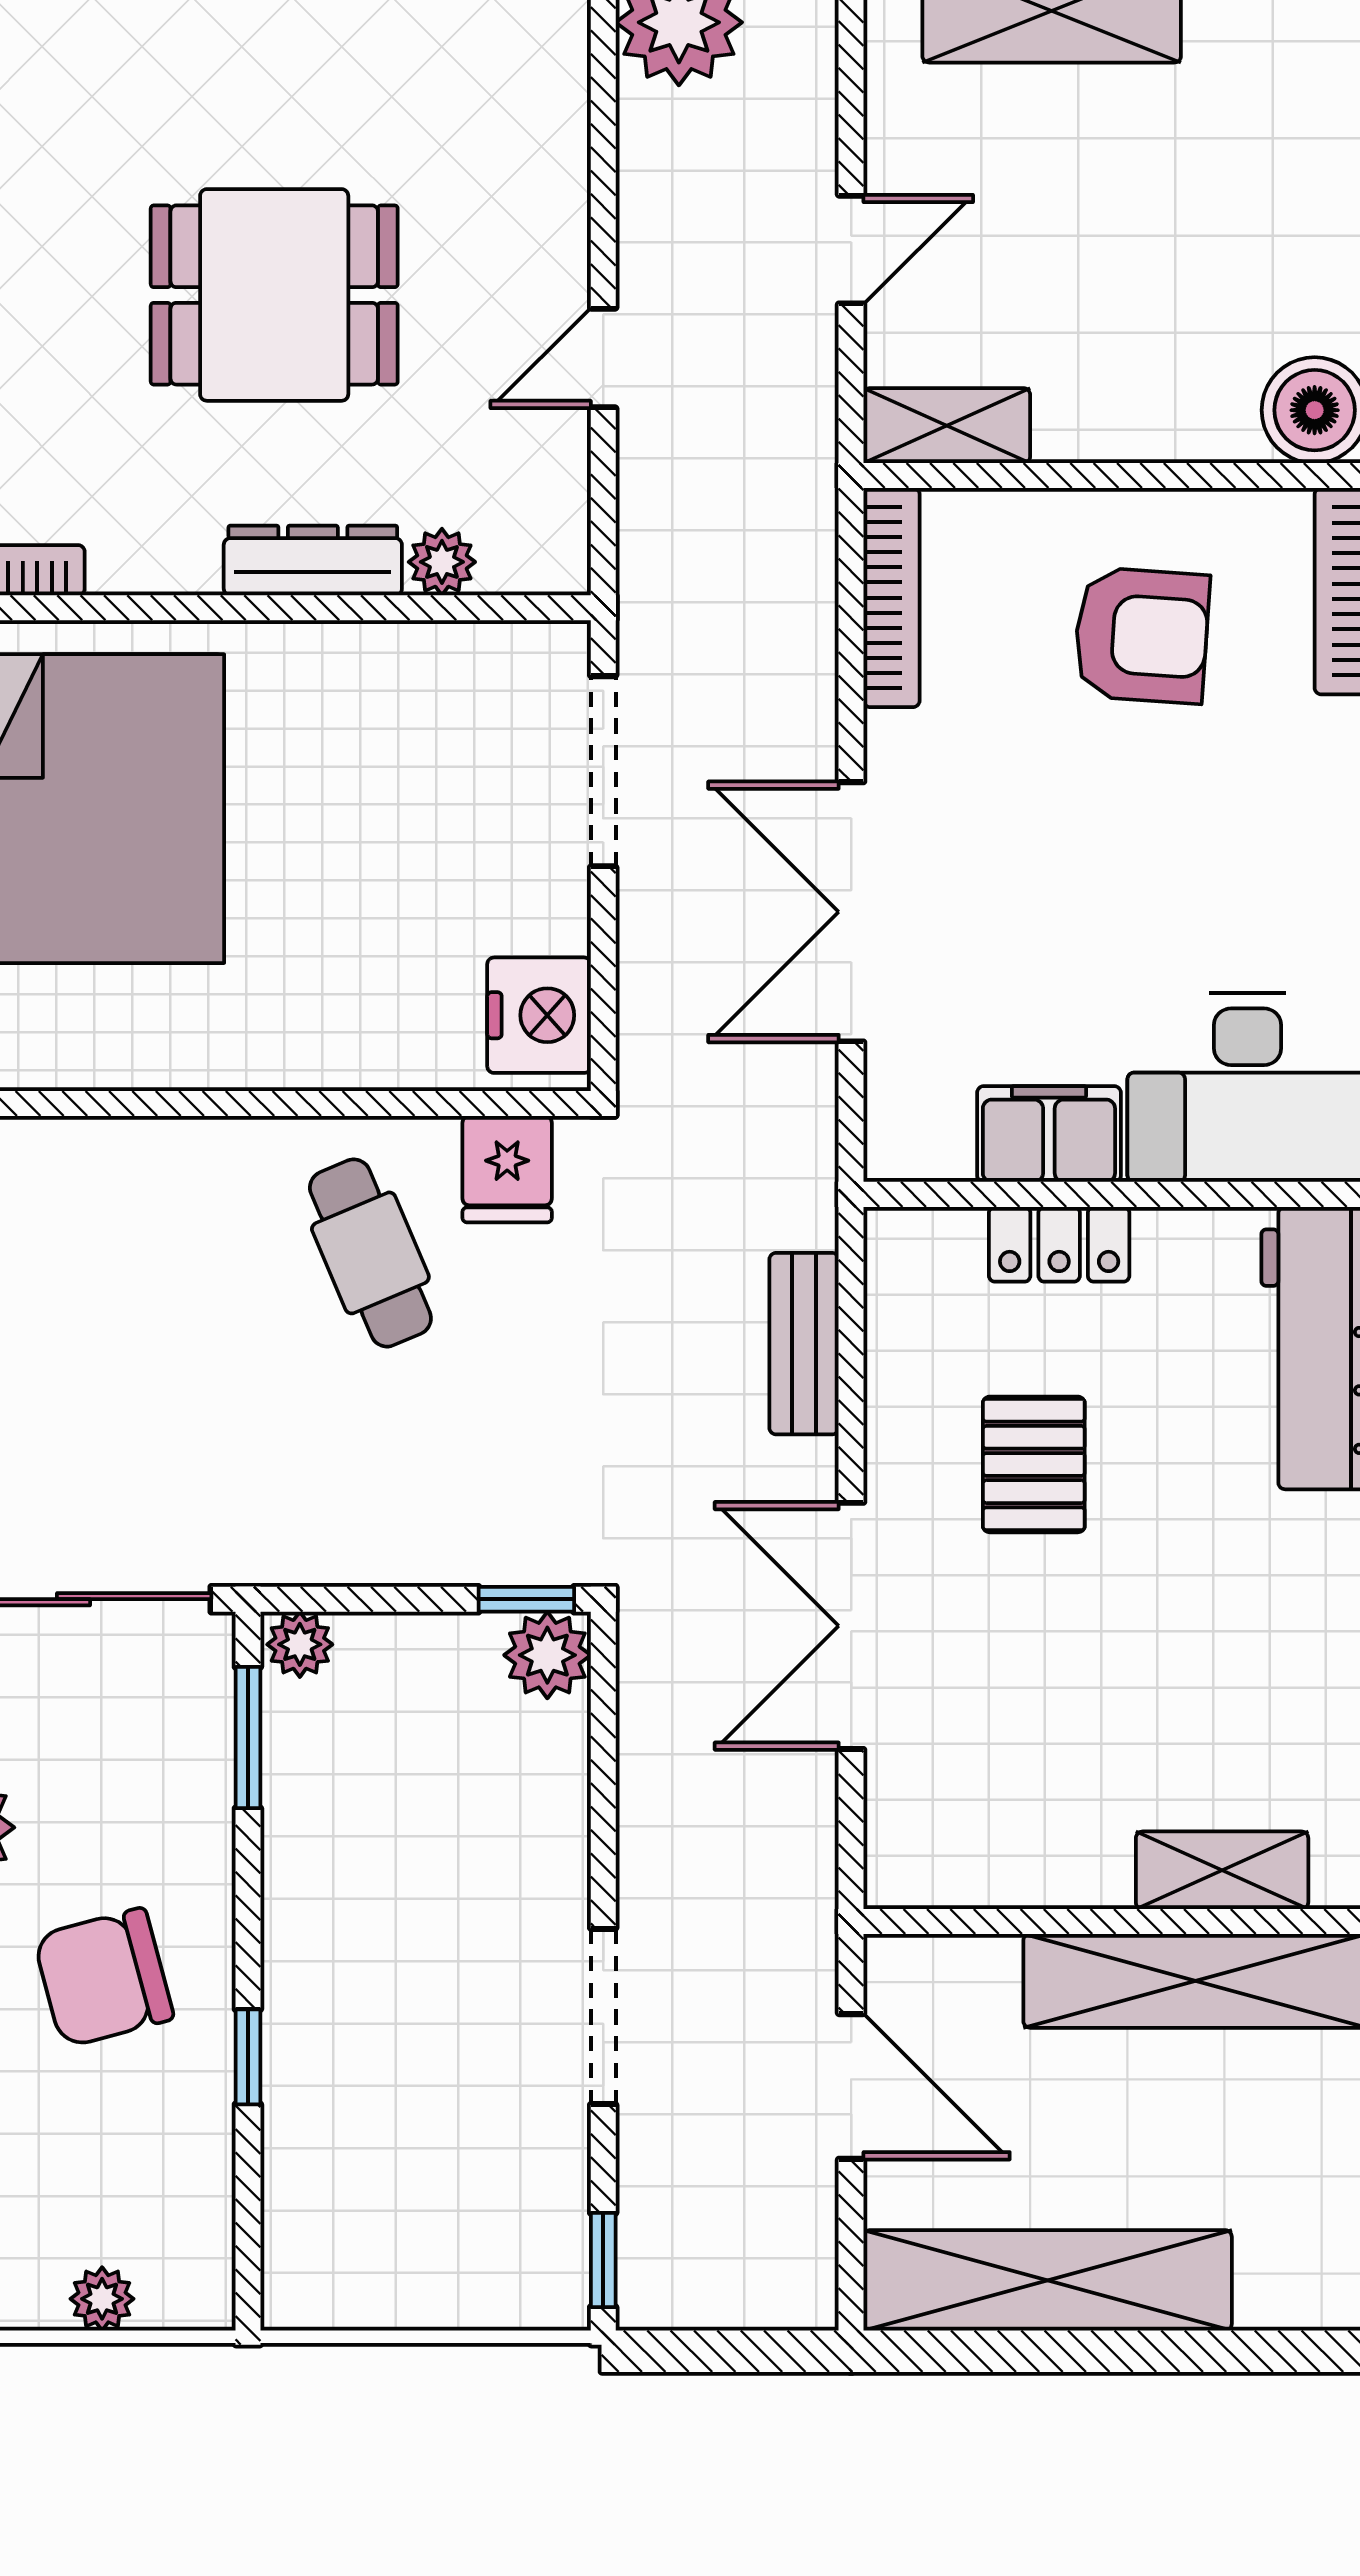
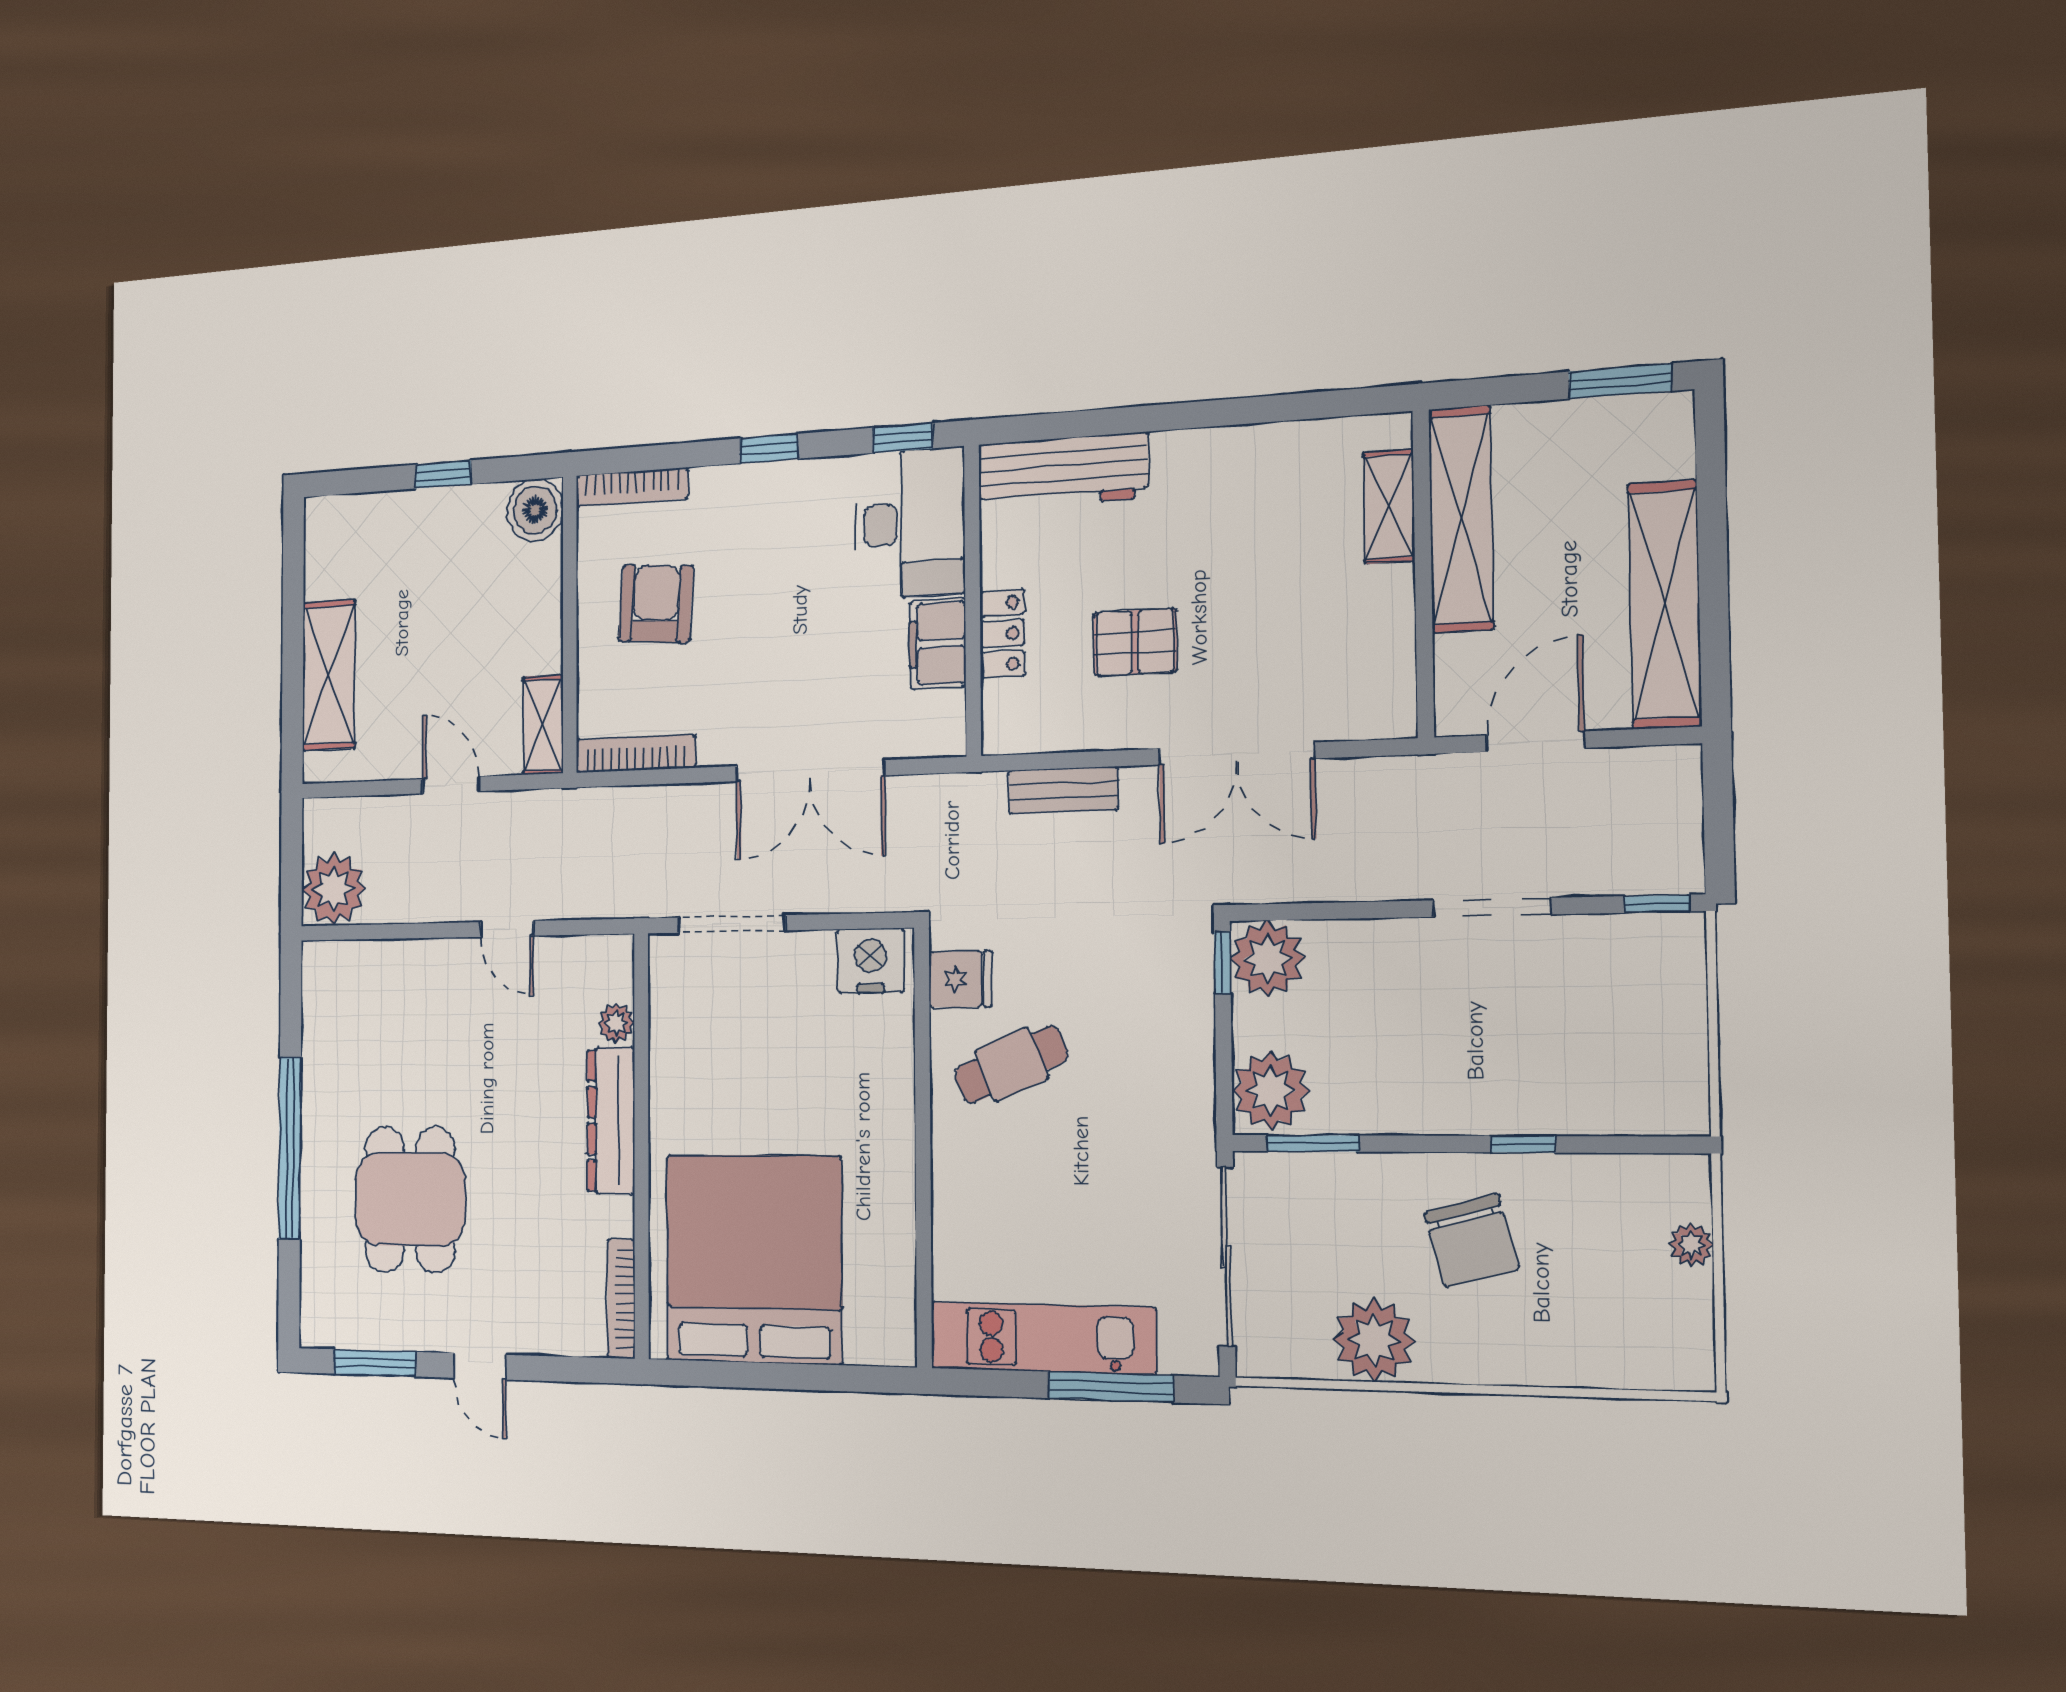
dining table: (274, 295) -> (410, 1199), moved
dresser: (313, 560) -> (611, 1121), width x1.37, depth x1.24
plant: (300, 1644) -> (1271, 1091), width x1.88, depth x1.88
plant: (547, 1655) -> (1268, 959), width x1.36, depth x1.36

